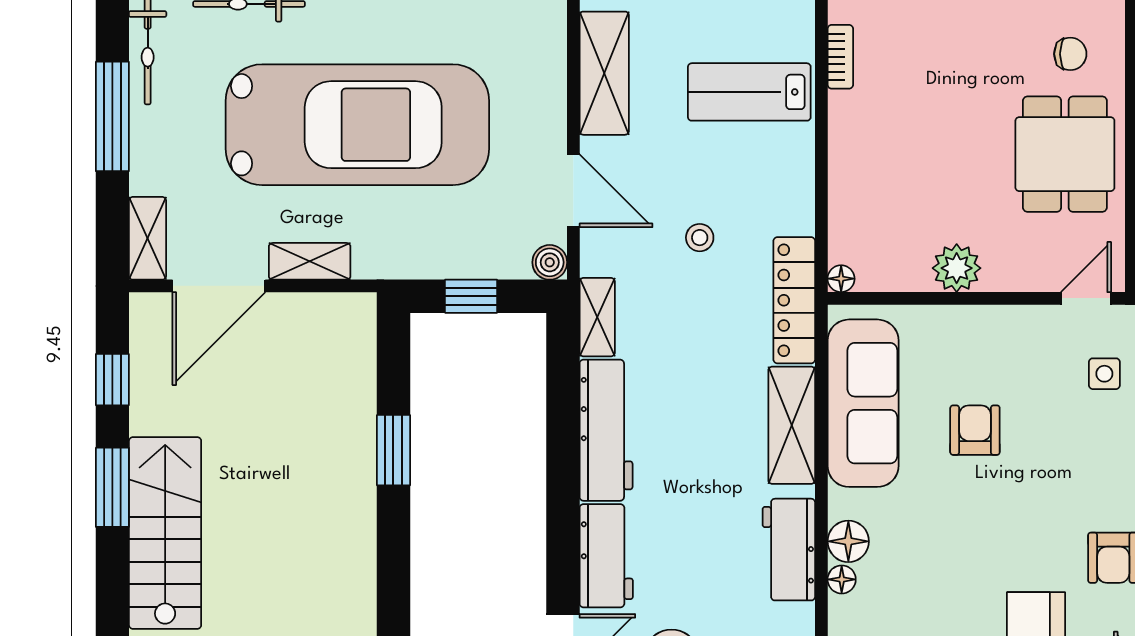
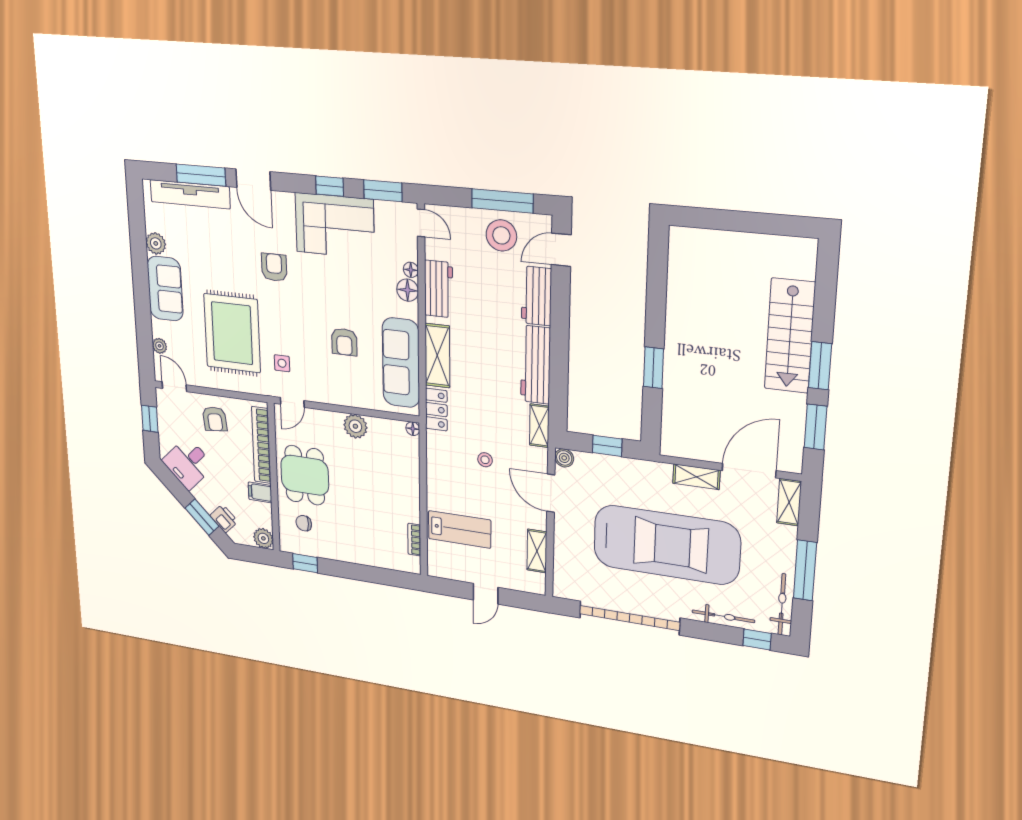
shelving: (604, 73) -> (537, 551), width x0.67, depth x0.75
car: (357, 125) -> (666, 545), turned 180
locker: (794, 300) -> (436, 410), width x0.66
window: (112, 380) -> (815, 427), width x1.50

